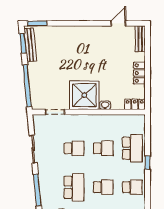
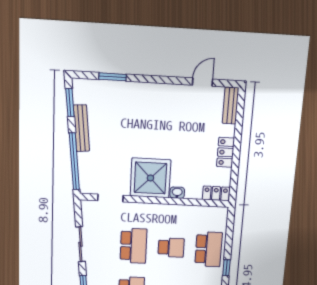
window: (37, 23) -> (113, 77), moved
bench: (30, 45) -> (81, 128), moved
school desk: (74, 148) -> (133, 246), width x1.85

